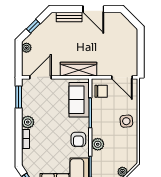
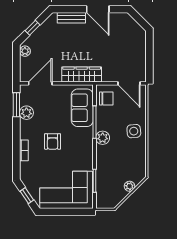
plant: (28, 122) -> (26, 113), moved
armchair: (78, 139) -> (53, 141), moved
plant: (98, 144) -> (103, 138), moved

